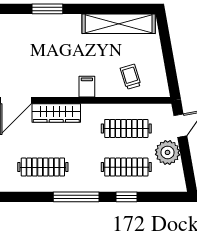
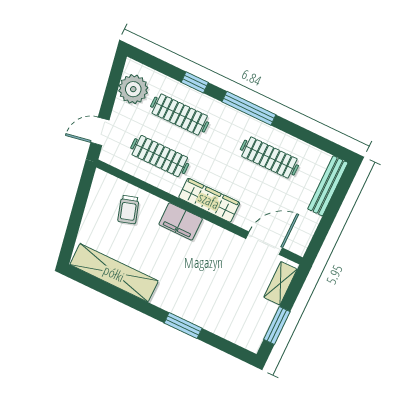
filing cabinet: (87, 87) -> (181, 221), width x2.00
wardrobe: (56, 113) -> (209, 200), moved
plant: (168, 152) -> (133, 89), moved

